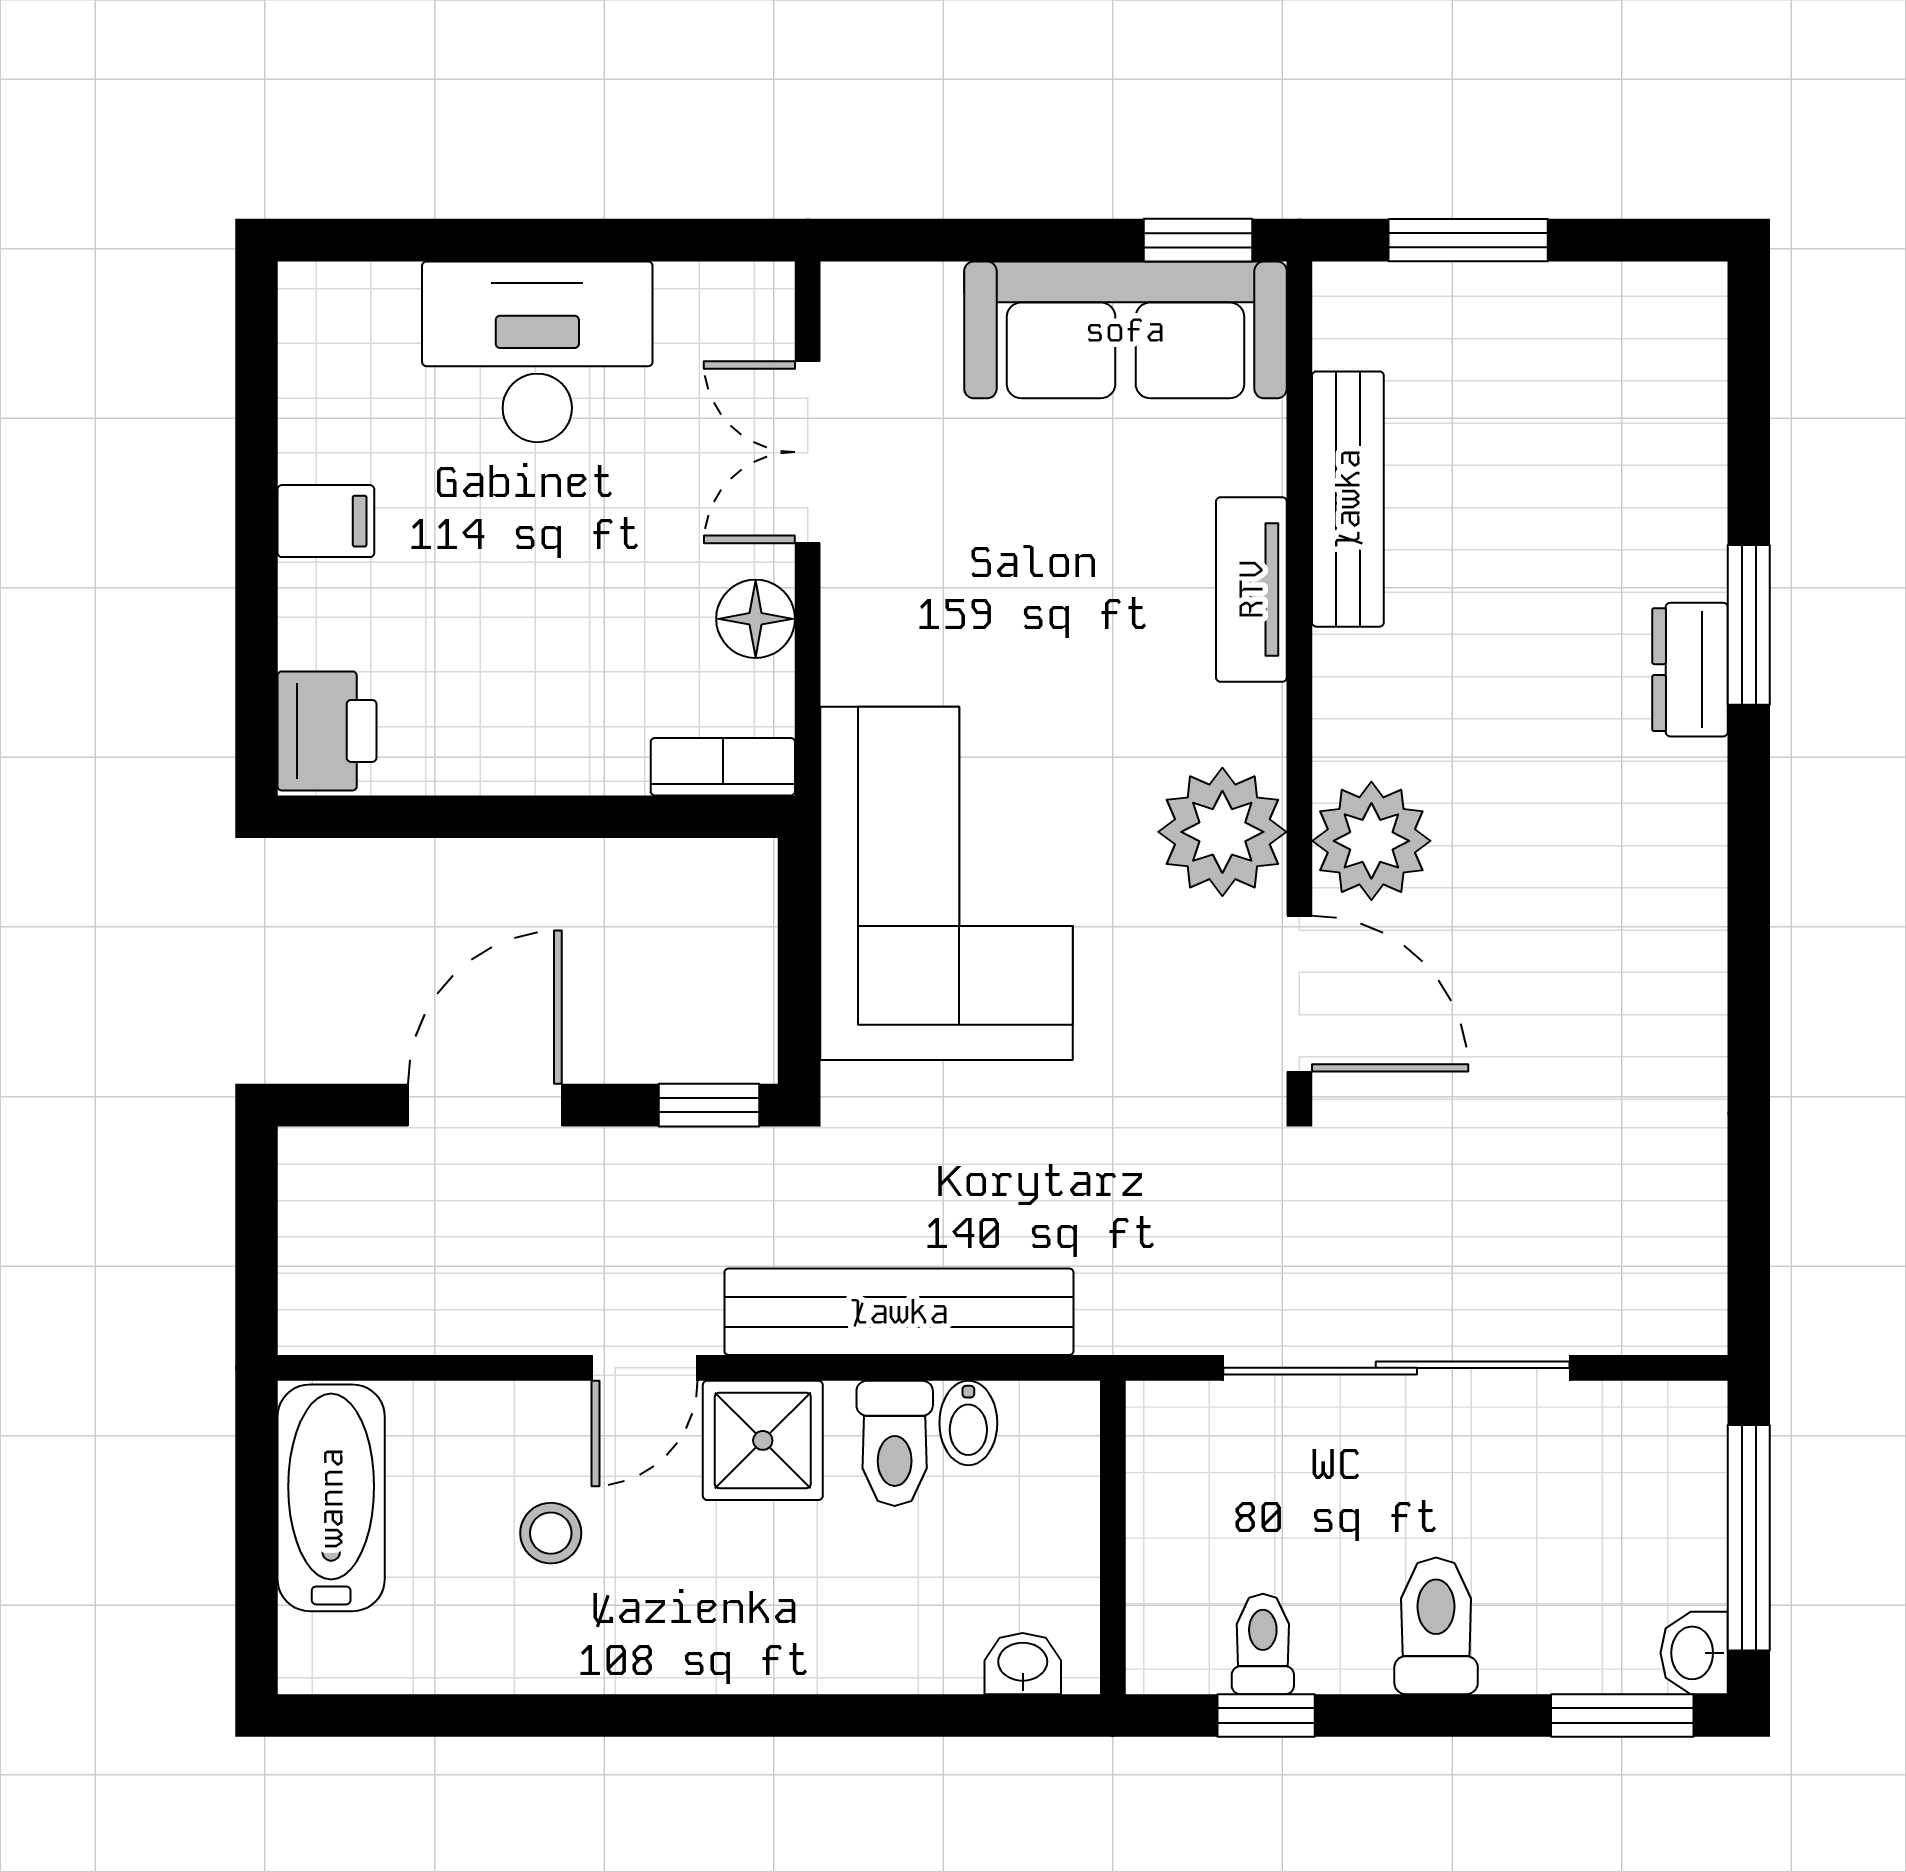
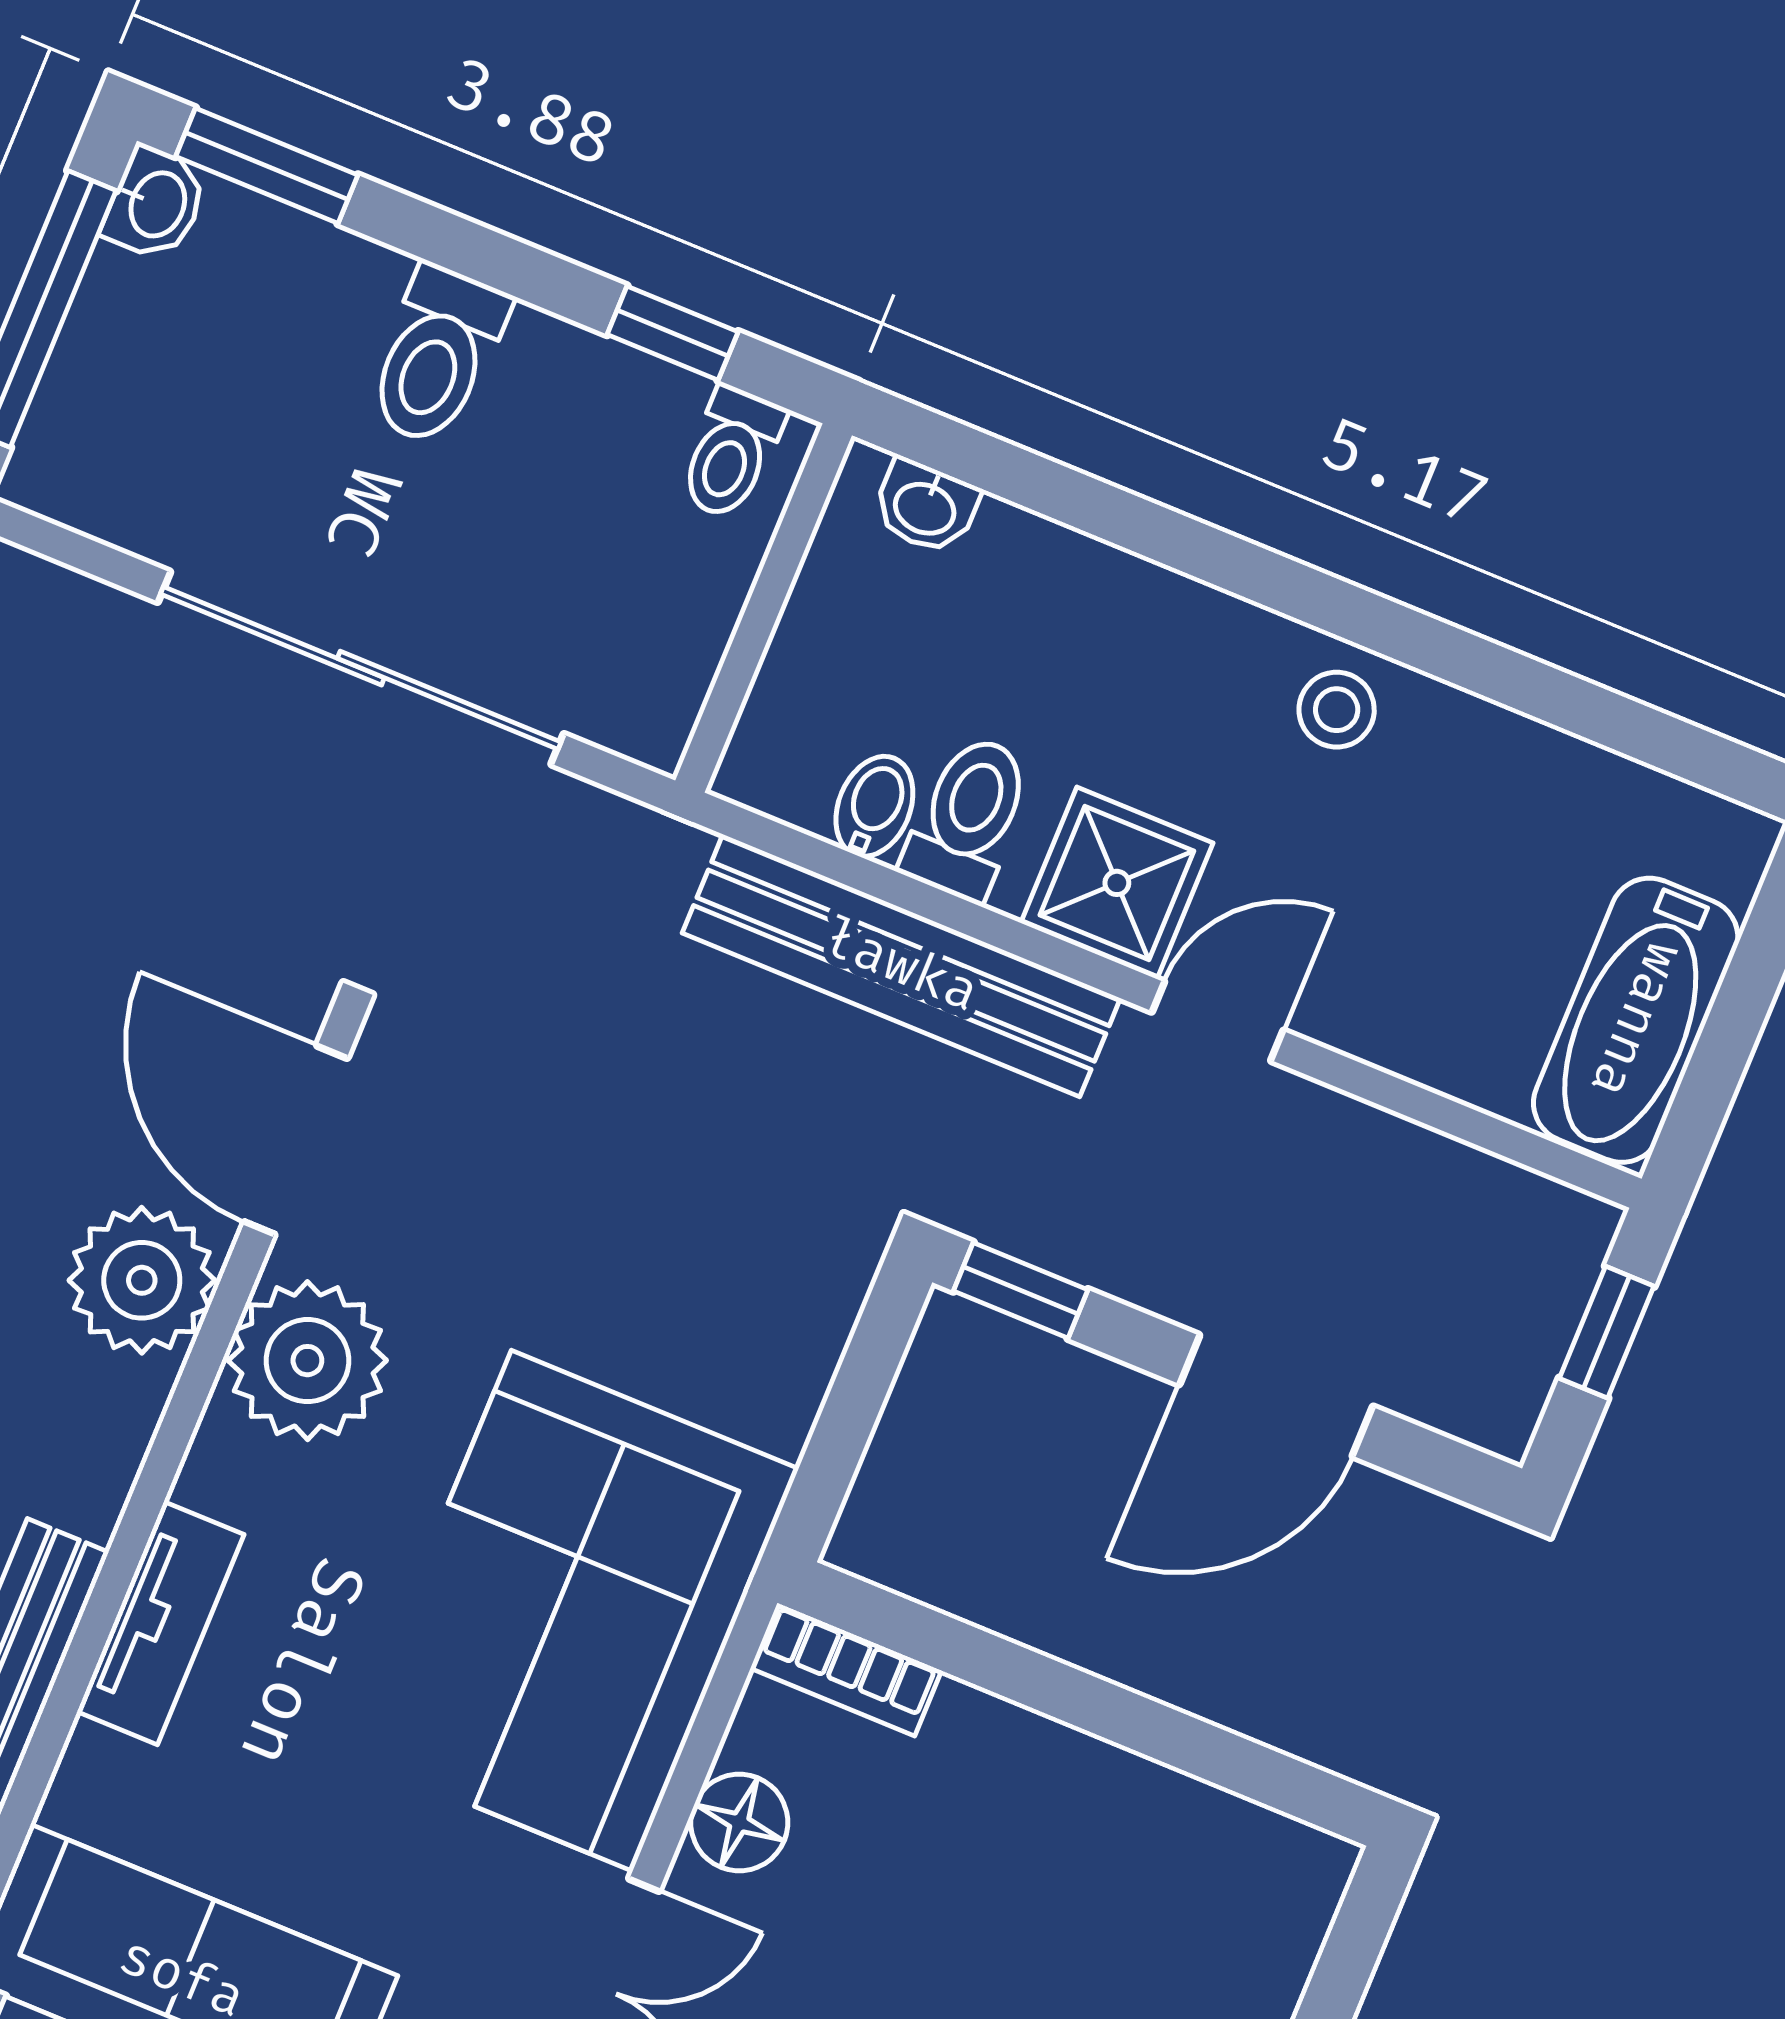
printer: (327, 731) -> (1280, 1896), removed
corner sofa: (946, 883) -> (572, 1611), moved
window: (256, 1255) -> (1607, 1332), added
stool: (551, 1533) -> (1337, 710), moved
toilet: (1263, 1644) -> (731, 453), moved

